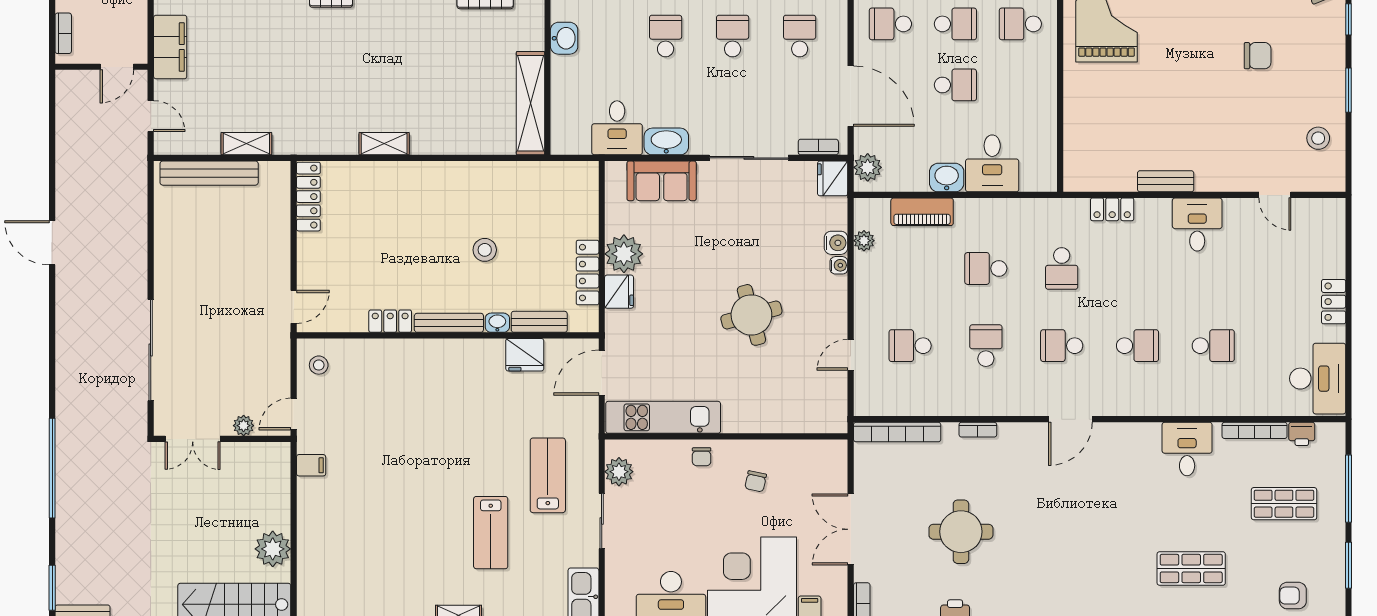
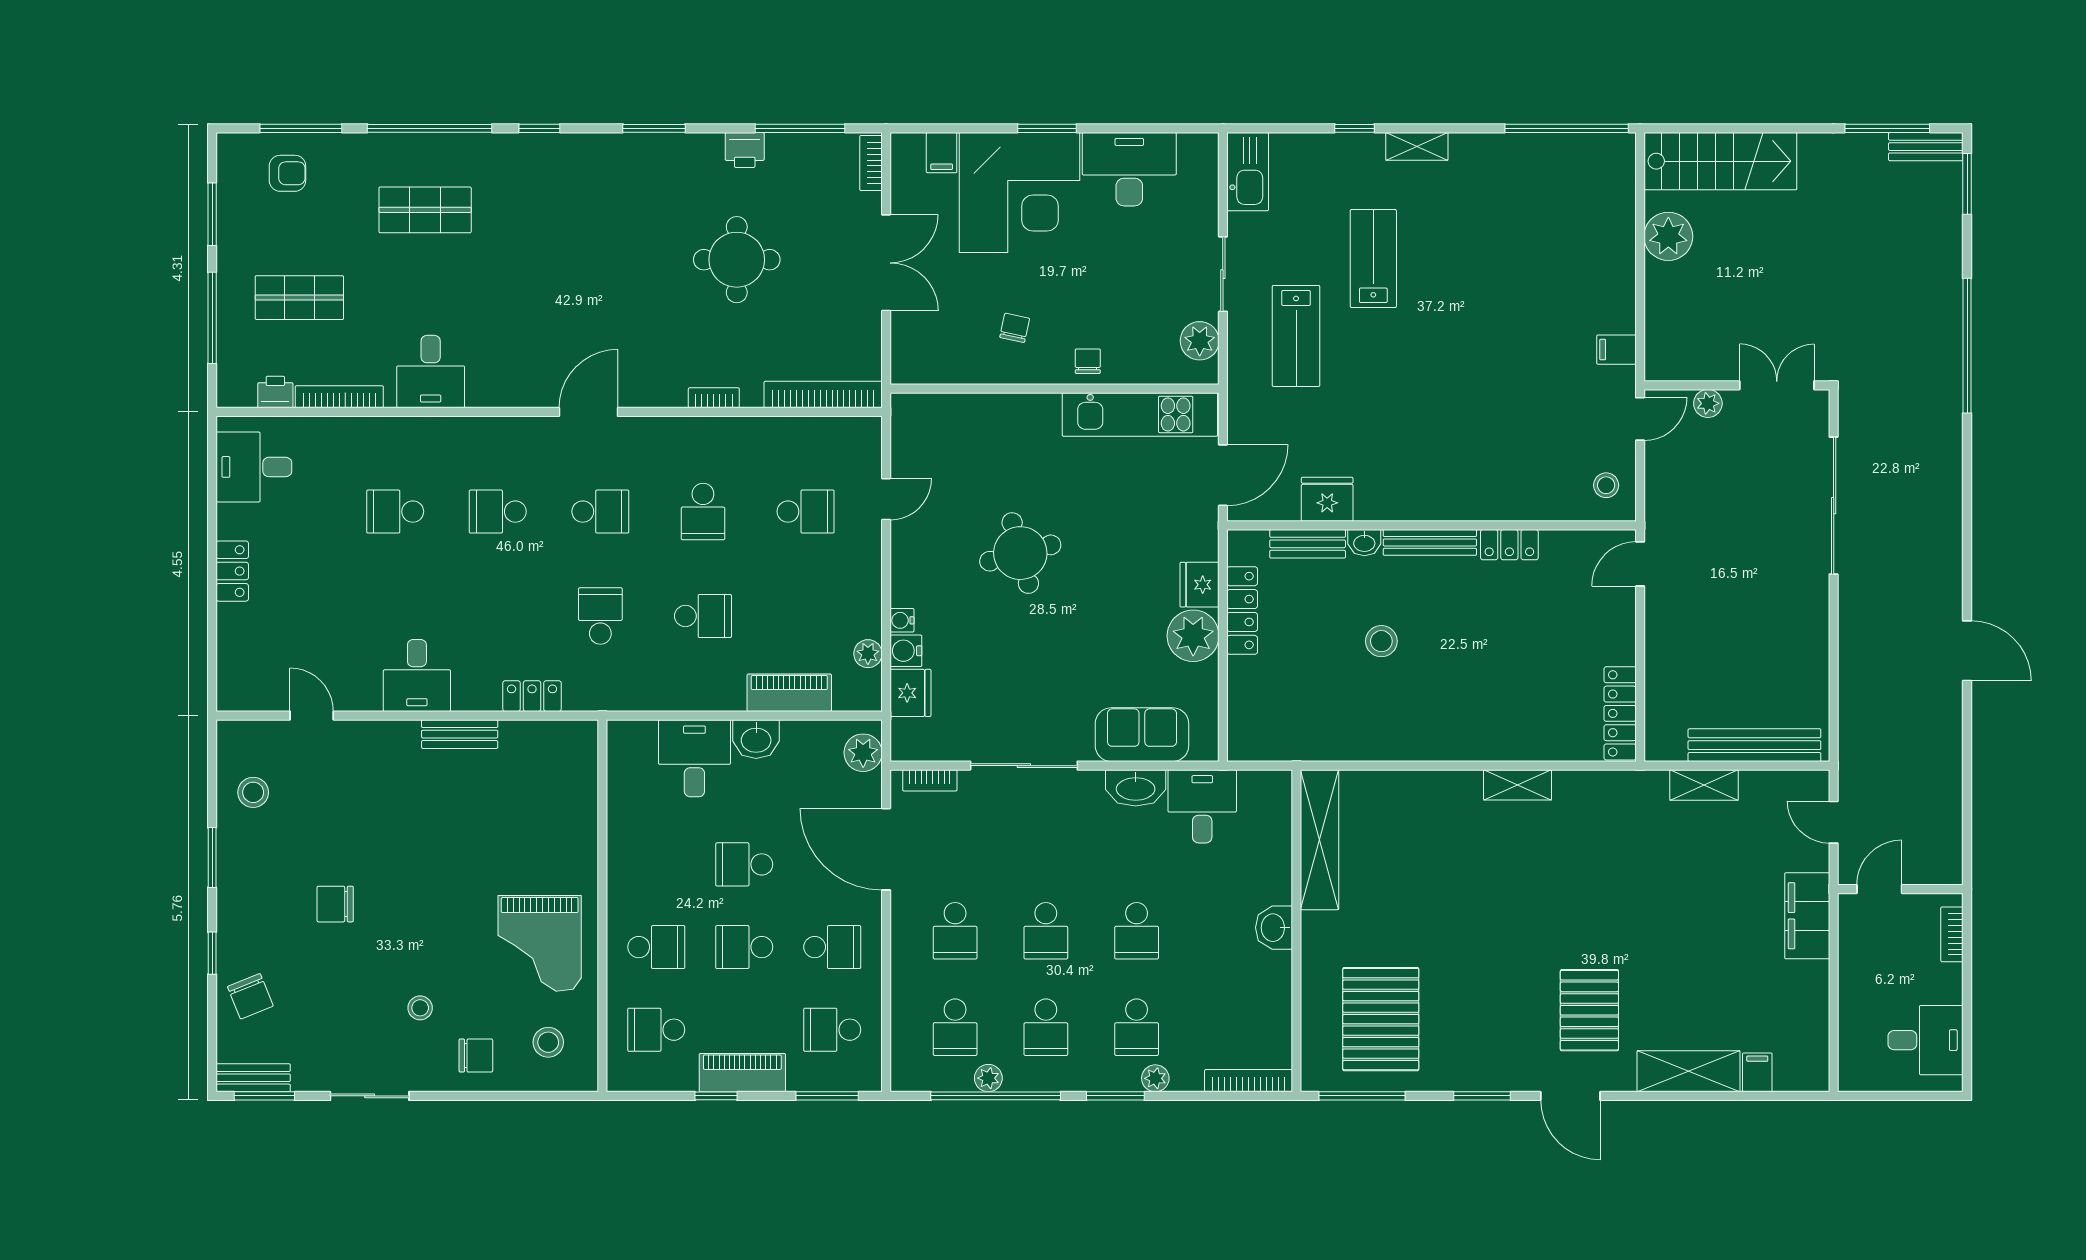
fridge: (833, 178) -> (910, 693), moved
desk: (1318, 379) -> (254, 467), width x0.73

